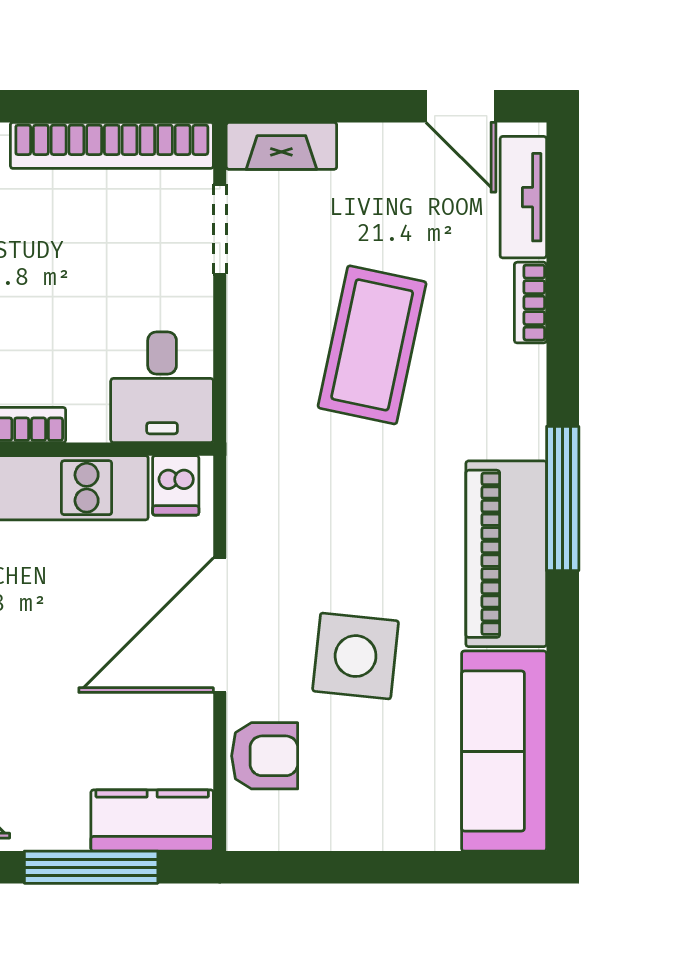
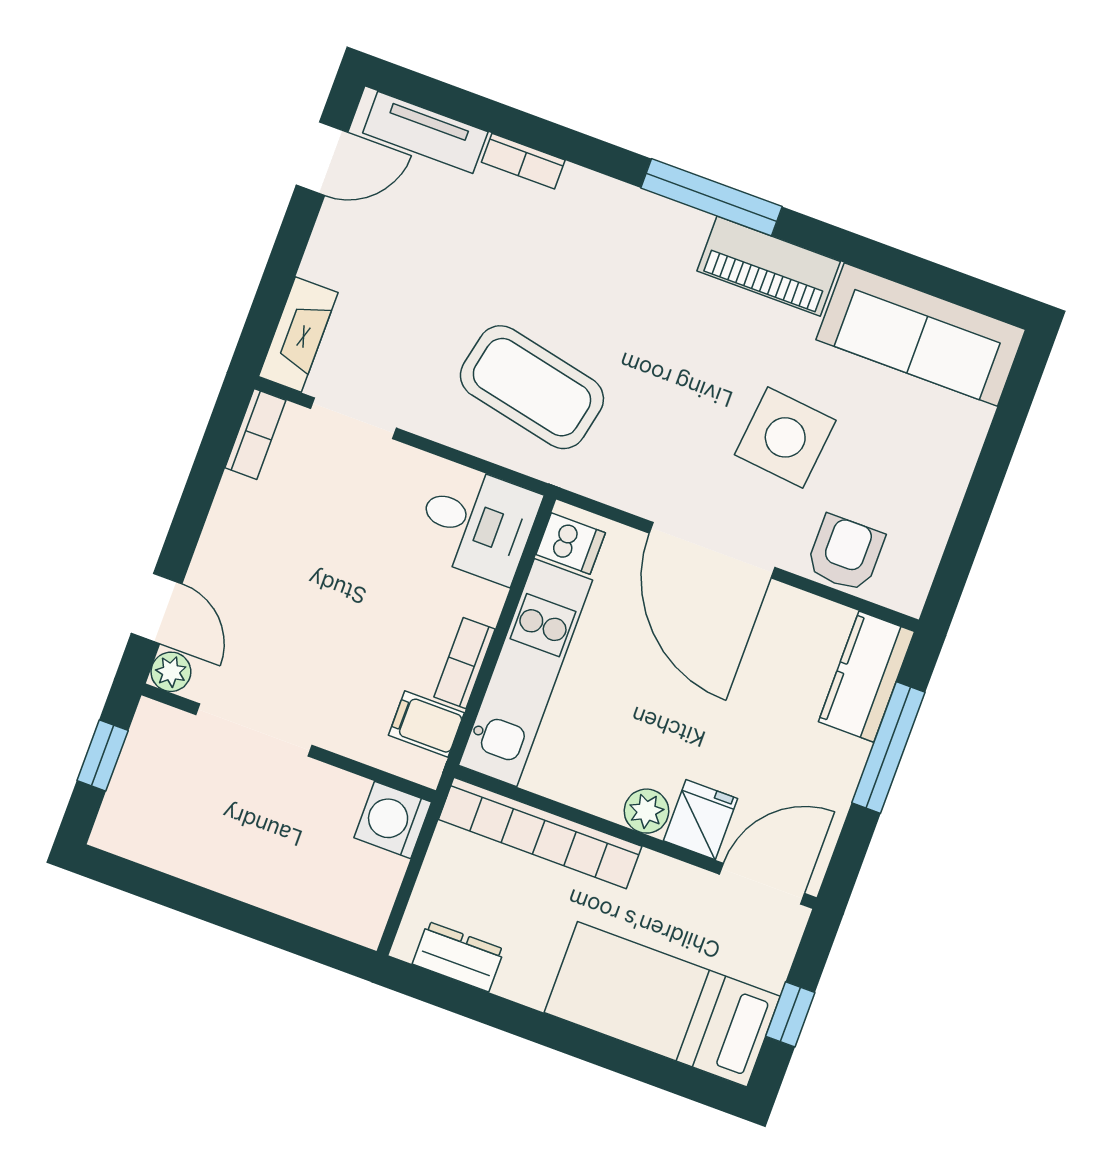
bookcase: (112, 145) -> (255, 434), width x0.43, depth x0.76
coffee table: (372, 345) -> (532, 387), moved
piano: (506, 554) -> (769, 266), width x0.73, depth x0.75

